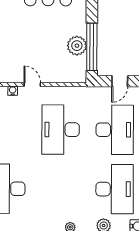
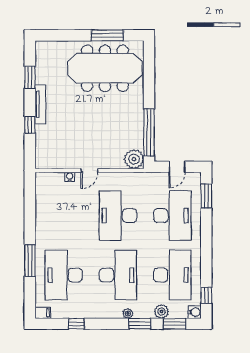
plant: (77, 46) -> (134, 159), moved
door: (32, 85) -> (89, 170), swing flipped
desk: (60, 189) -> (118, 275), added

